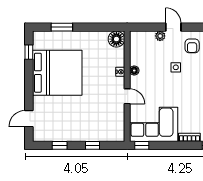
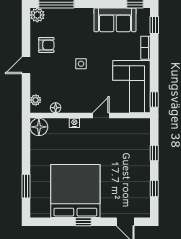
plant: (160, 36) -> (36, 100), moved
window: (29, 52) -> (83, 222), moved
side table: (176, 67) -> (81, 64), moved
floor lamp: (134, 71) -> (56, 108), moved

